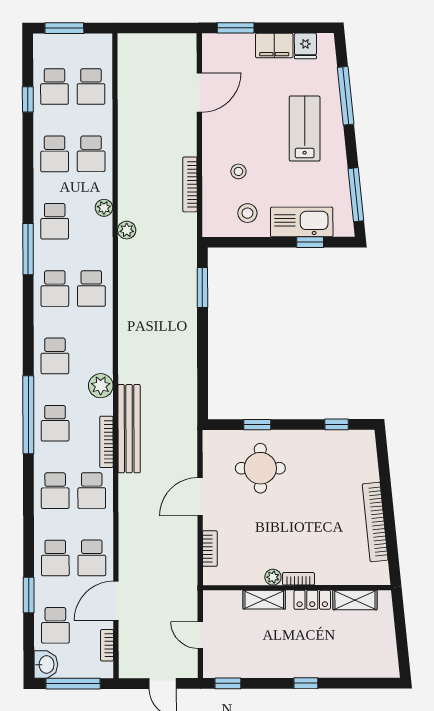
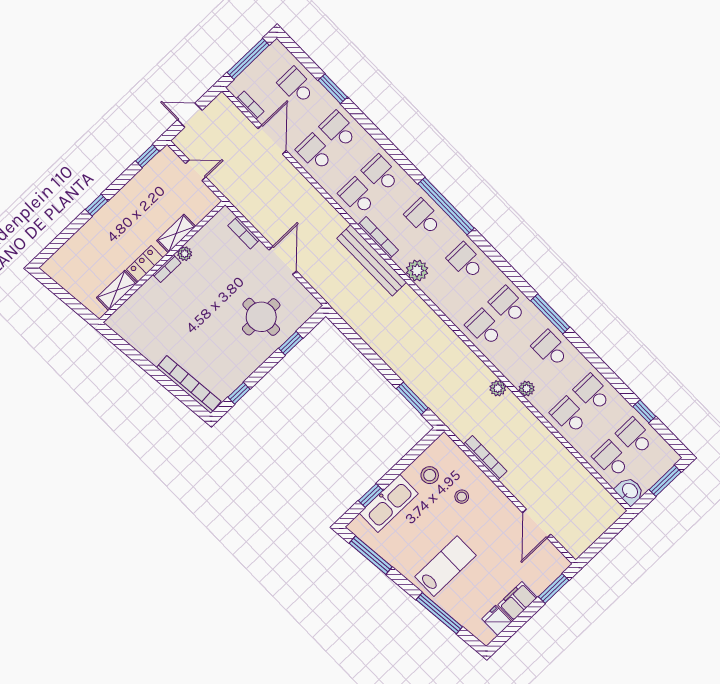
lab bench: (305, 129) -> (445, 566), turned -90
bookcase: (375, 522) -> (189, 384), moved
washbasin: (46, 665) -> (630, 491), moved, turned 180

